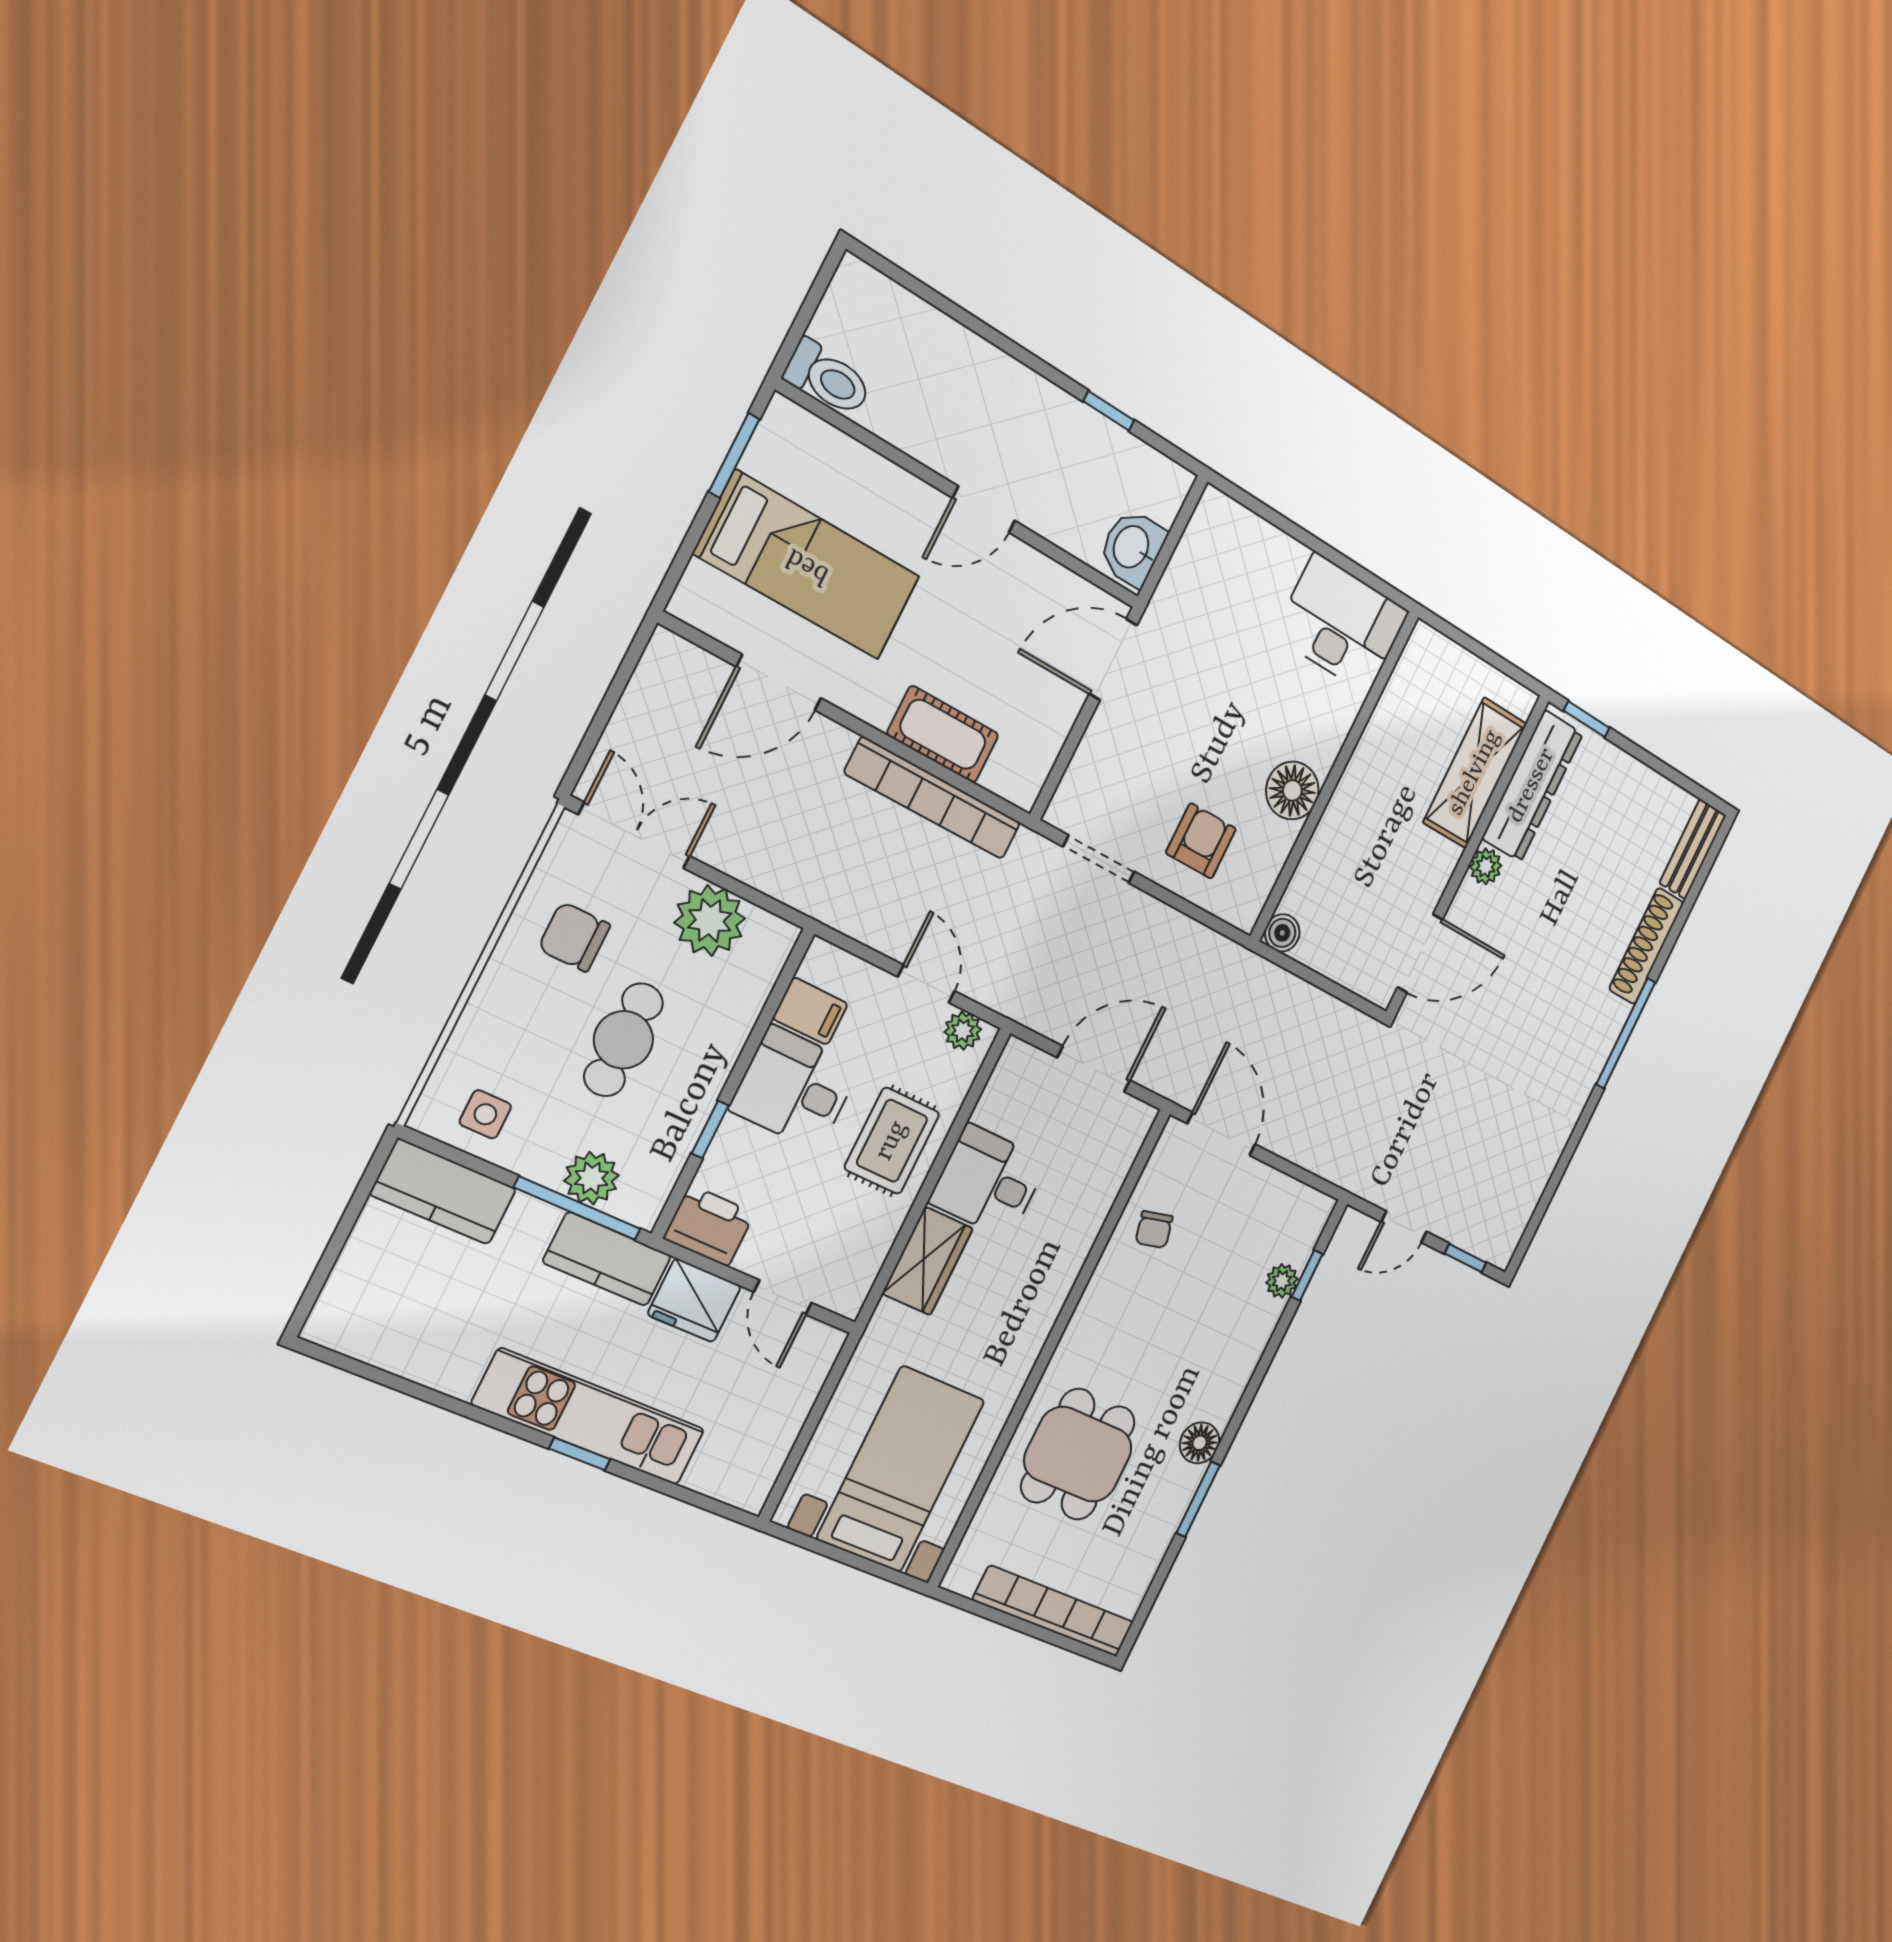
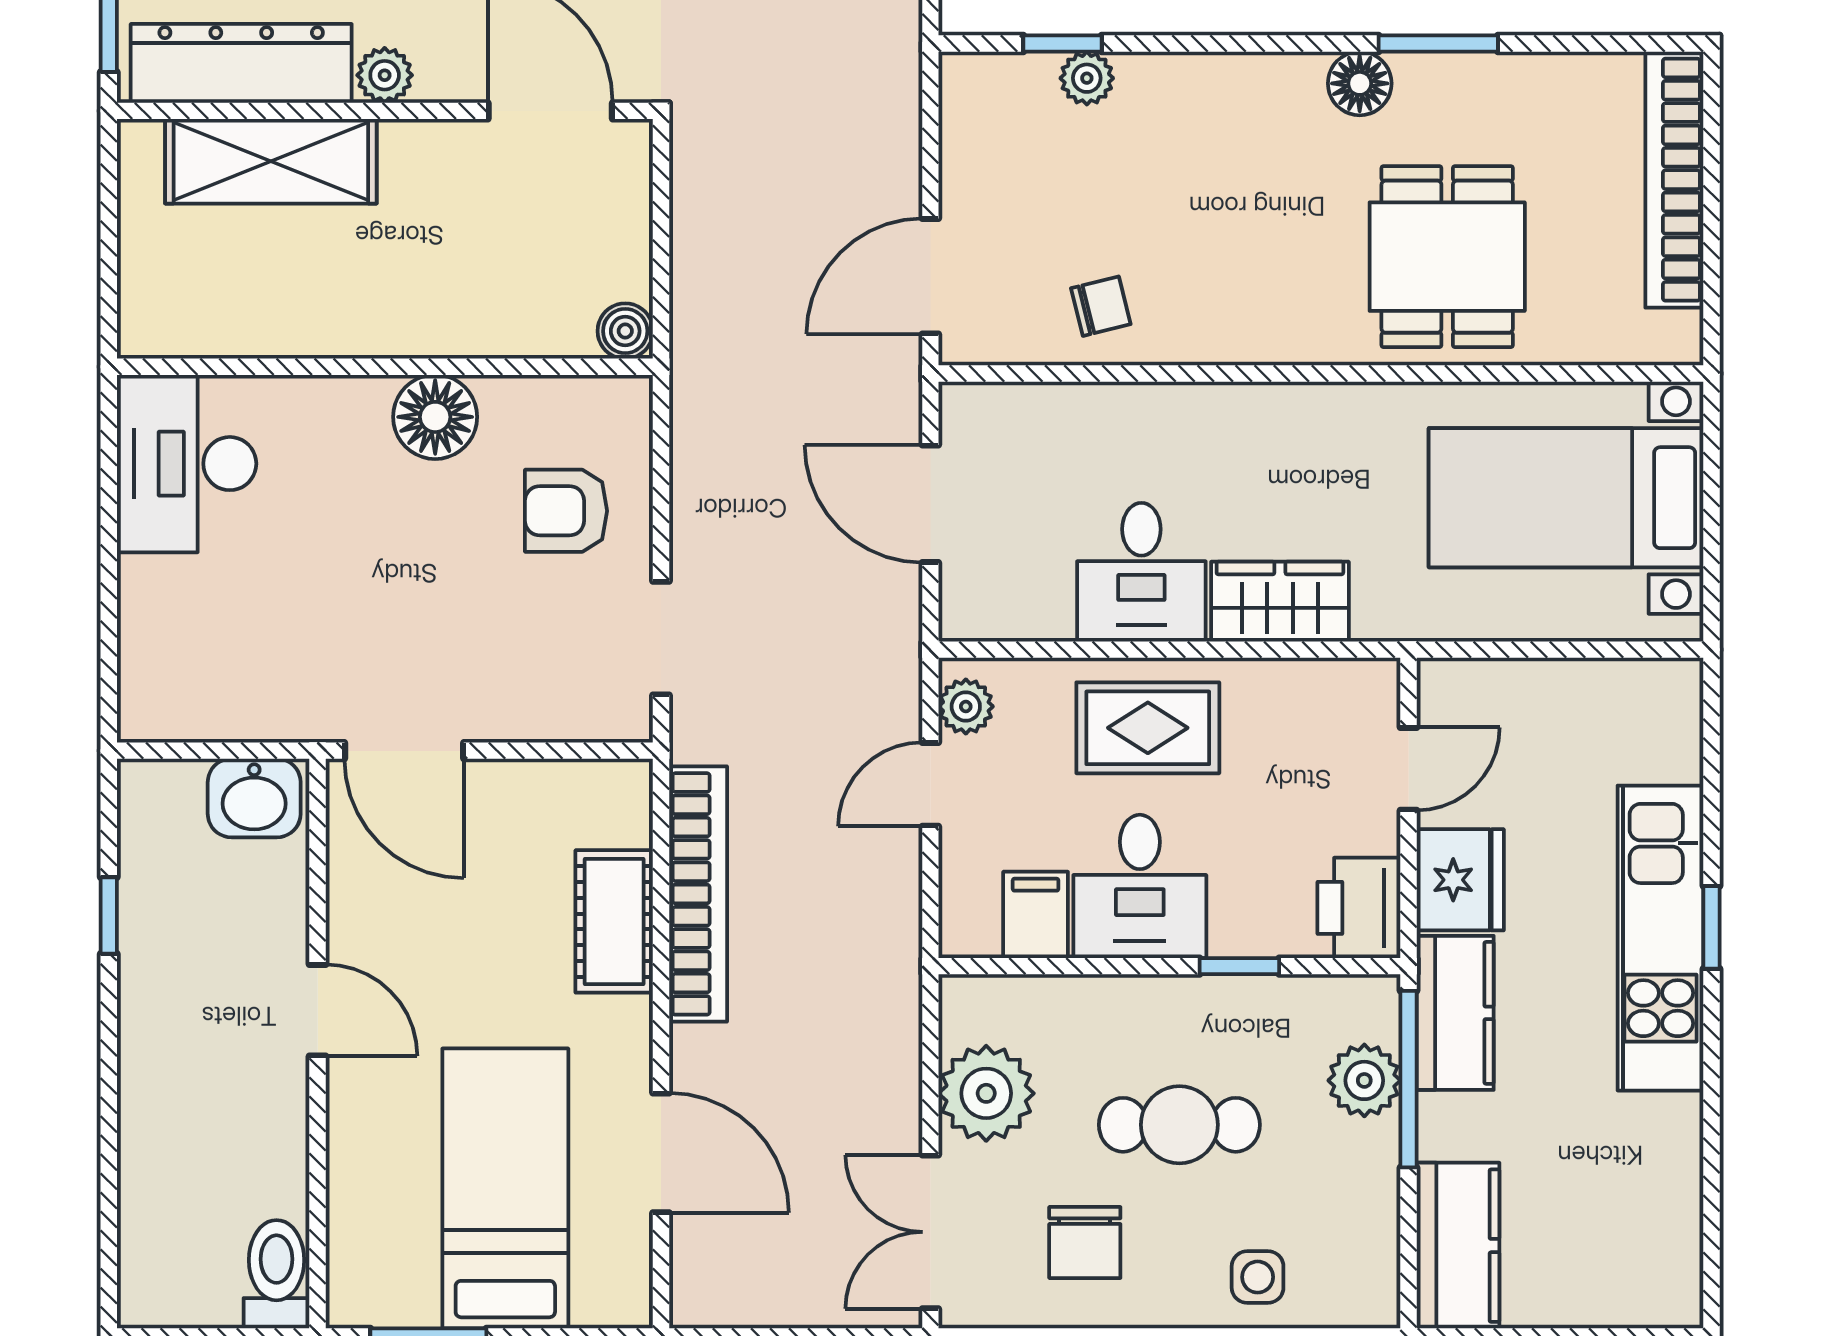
side table: (485, 1114) -> (1258, 1277), moved
dining table: (1078, 1454) -> (1447, 257), turned 90

